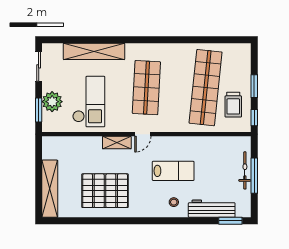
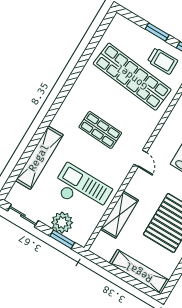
shop shelf: (146, 88) -> (100, 130), width x0.70, depth x0.74
shelving: (117, 143) -> (119, 215), moved, width x1.50, depth x1.33

